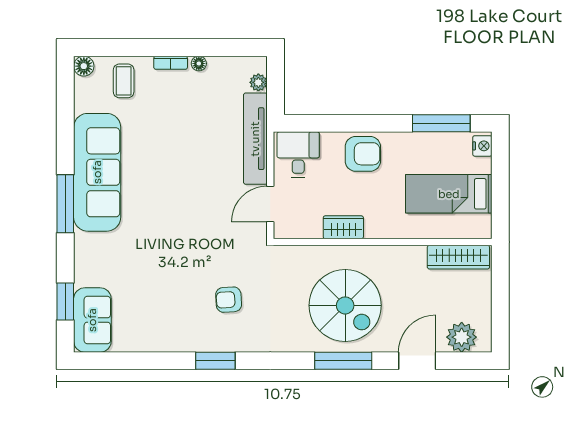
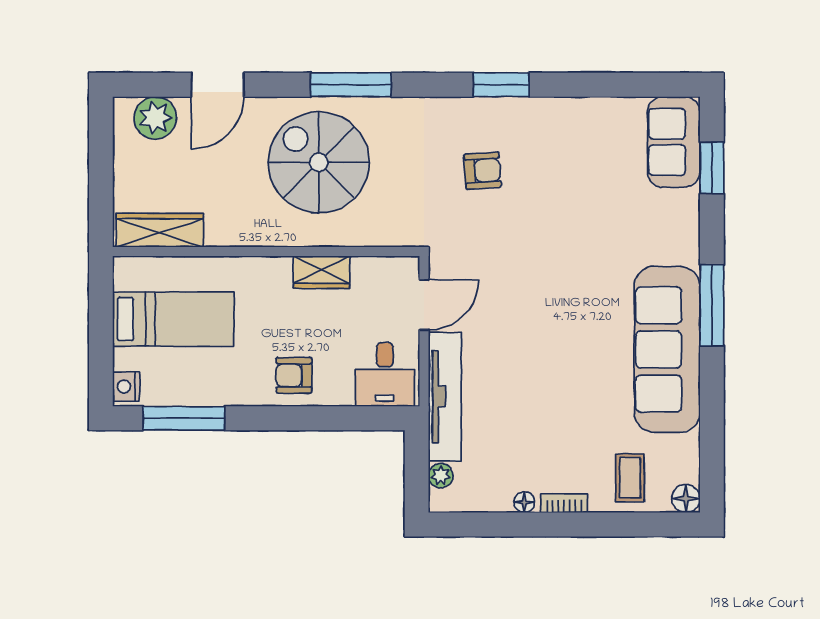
armchair: (363, 154) -> (294, 375), width x0.72, depth x0.72
window: (343, 361) -> (351, 85), moved

